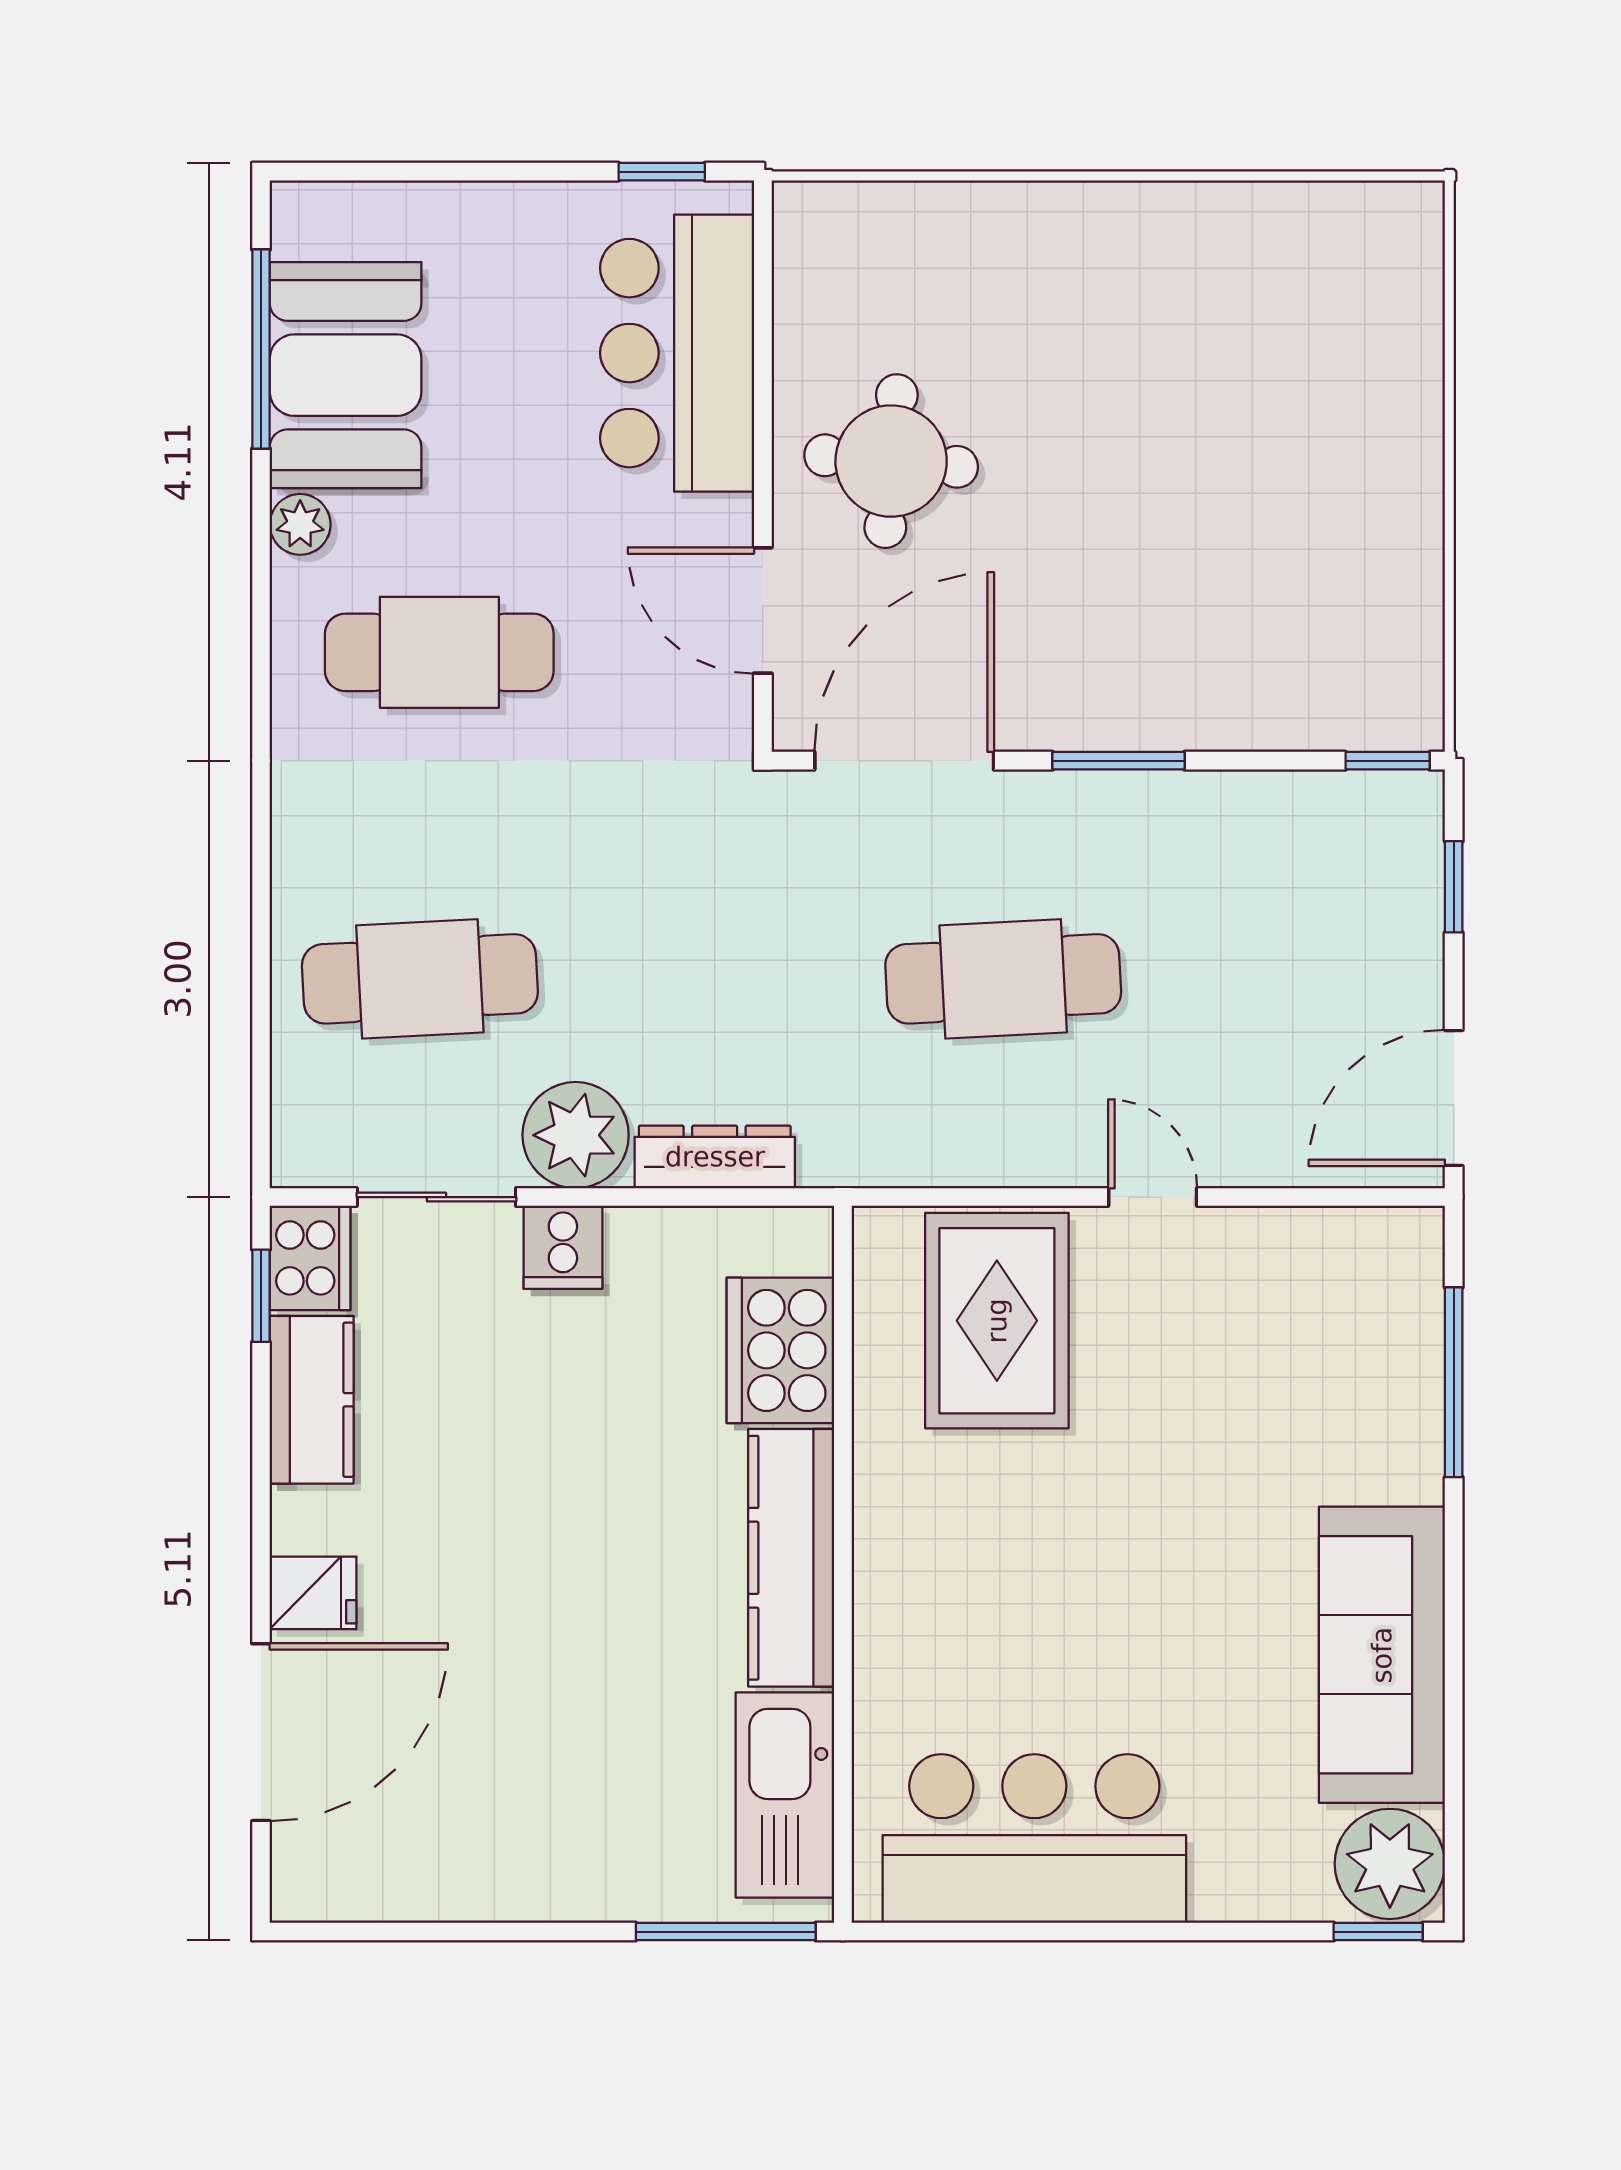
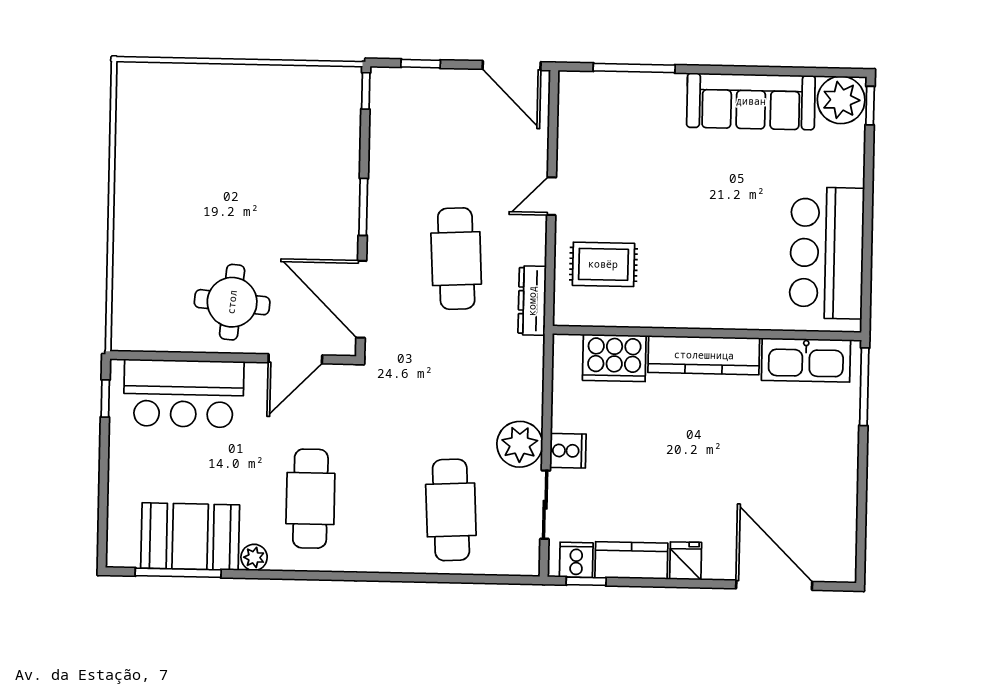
dresser: (715, 1157) -> (532, 301), moved
cooker: (310, 1258) -> (576, 560), width x0.73
rug: (997, 1321) -> (603, 264), width x0.73, depth x0.70
fridge: (313, 1593) -> (686, 561), moved

